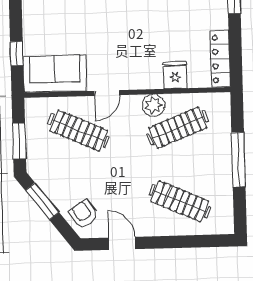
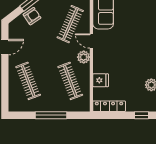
plant: (154, 105) -> (84, 57), moved
clothes rail: (180, 201) -> (28, 81), turned -45
armchair: (84, 214) -> (32, 16), moved

